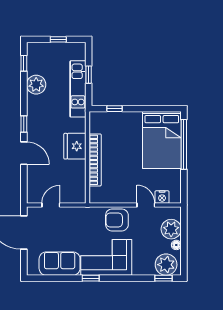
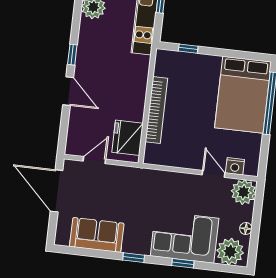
fridge: (75, 146) -> (128, 138), moved
armchair: (117, 220) -> (175, 189), removed
plant: (171, 229) -> (244, 192), moved
corner sofa: (106, 257) -> (185, 237), moved
window: (164, 278) -> (183, 263), moved

